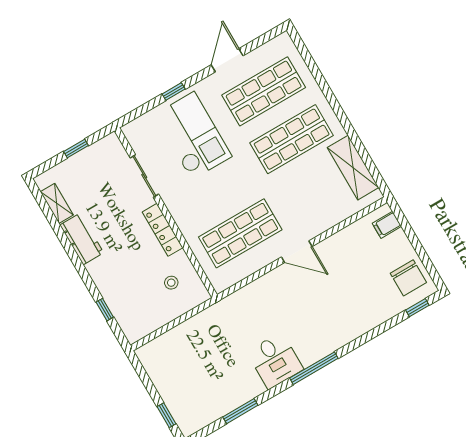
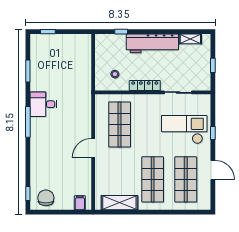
checkout: (193, 136) -> (184, 130), turned 180
workbench: (82, 239) -> (152, 43), width x1.88, depth x1.32
chair: (408, 278) -> (46, 198), turned 90

